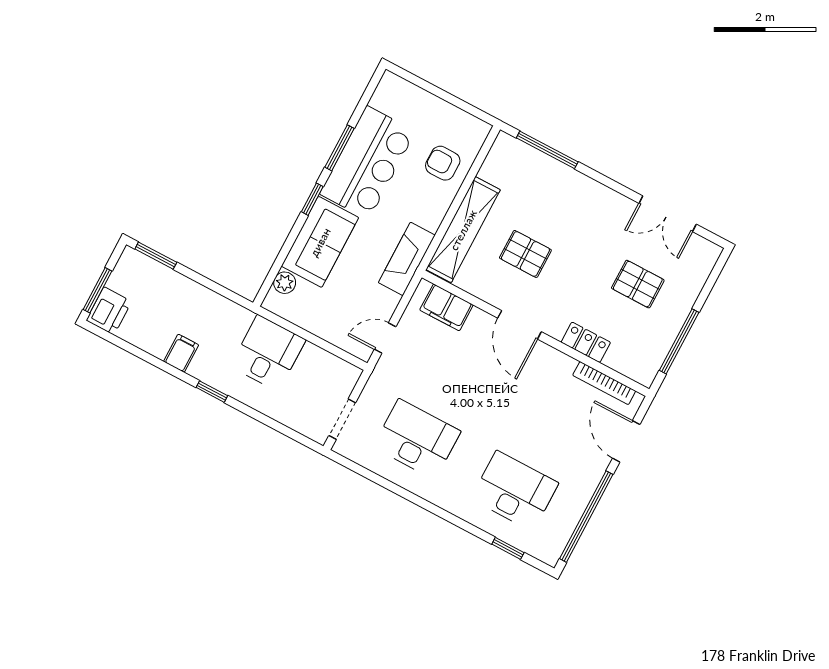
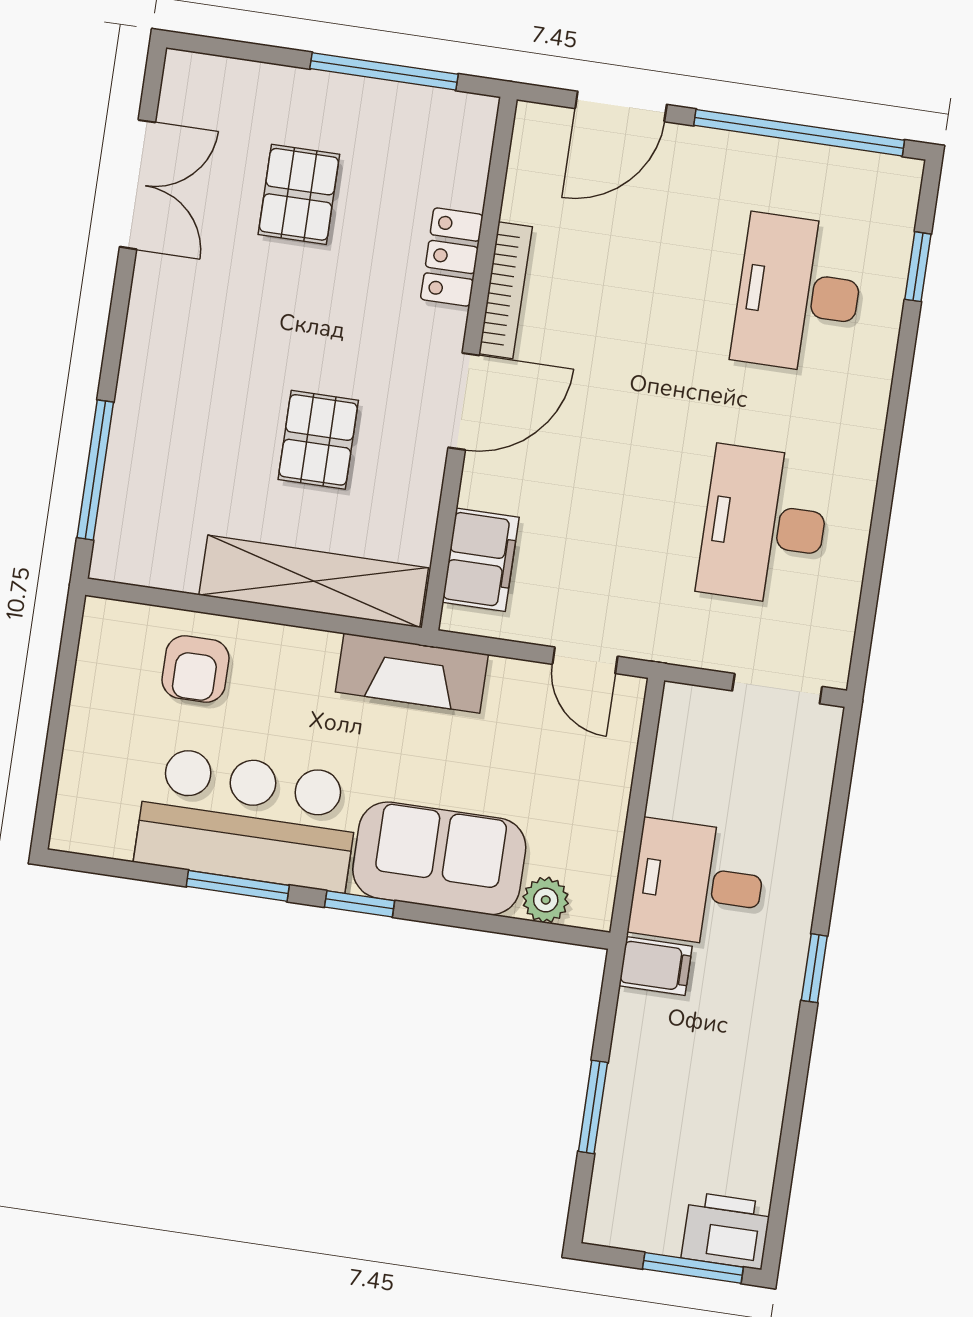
window: (156, 256) -> (593, 1107), moved
filing cabinet: (181, 353) -> (656, 966), moved, turned 180
bookcase: (604, 383) -> (506, 290), moved

